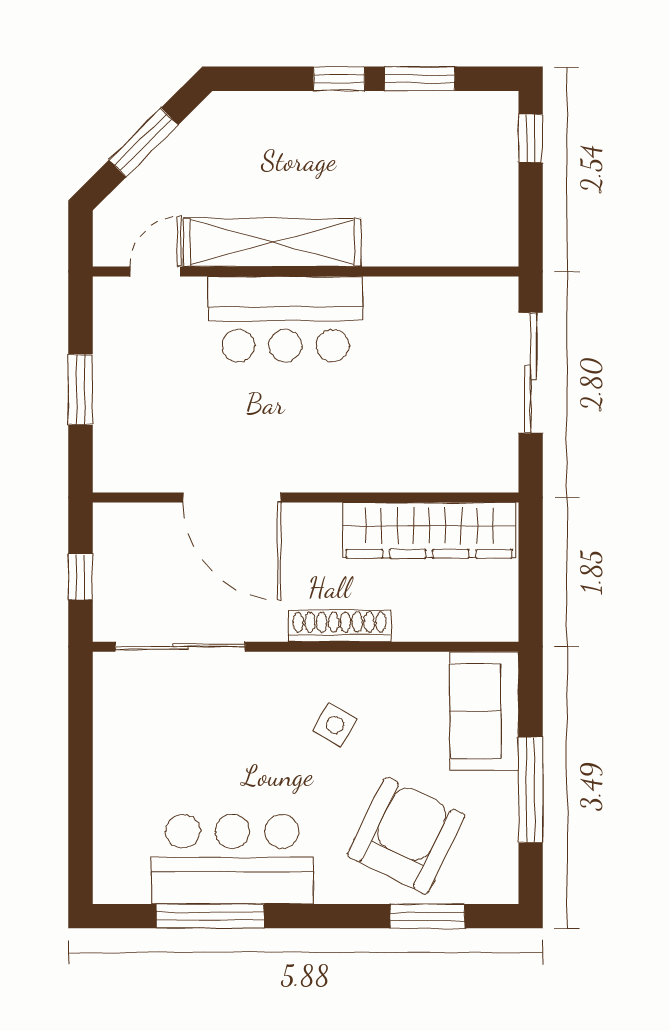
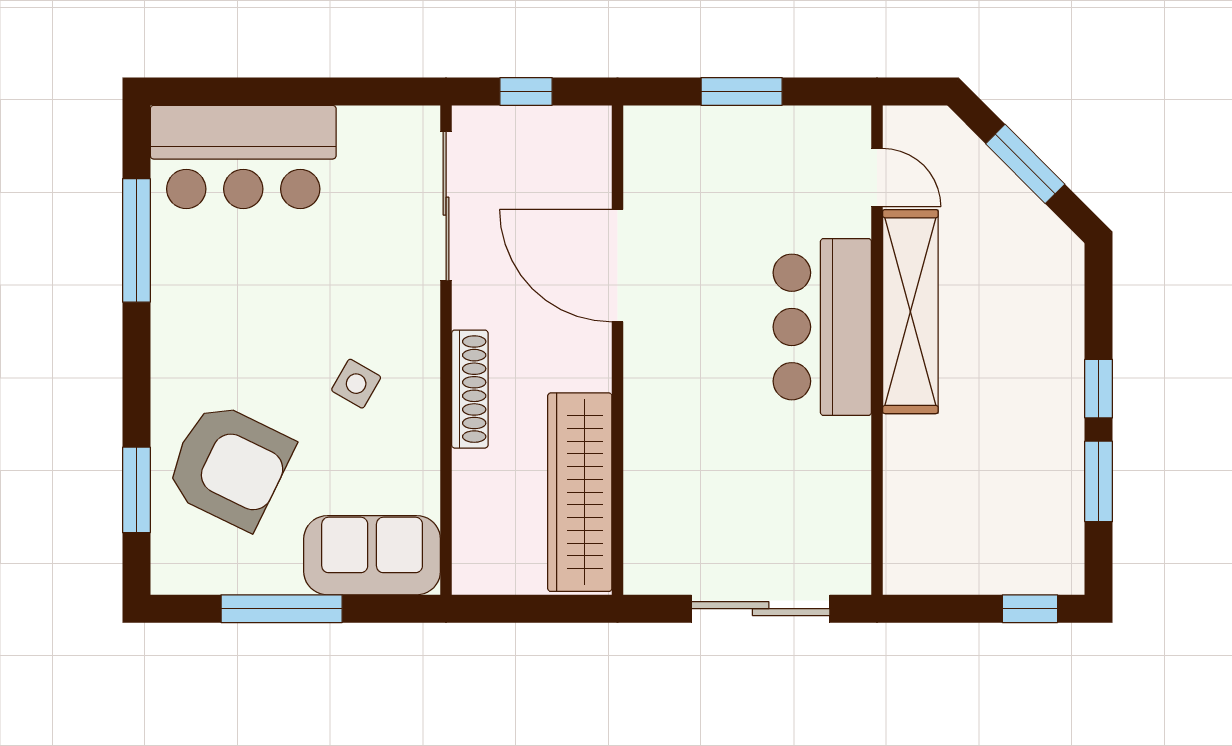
door: (232, 497) -> (618, 266), hinge flipped
bar counter: (232, 859) -> (243, 157), moved, turned 90

